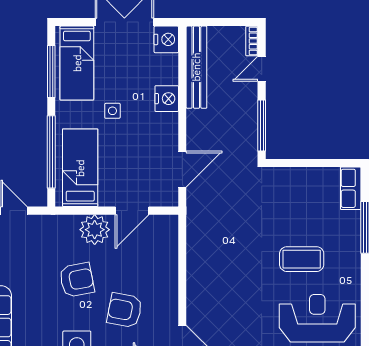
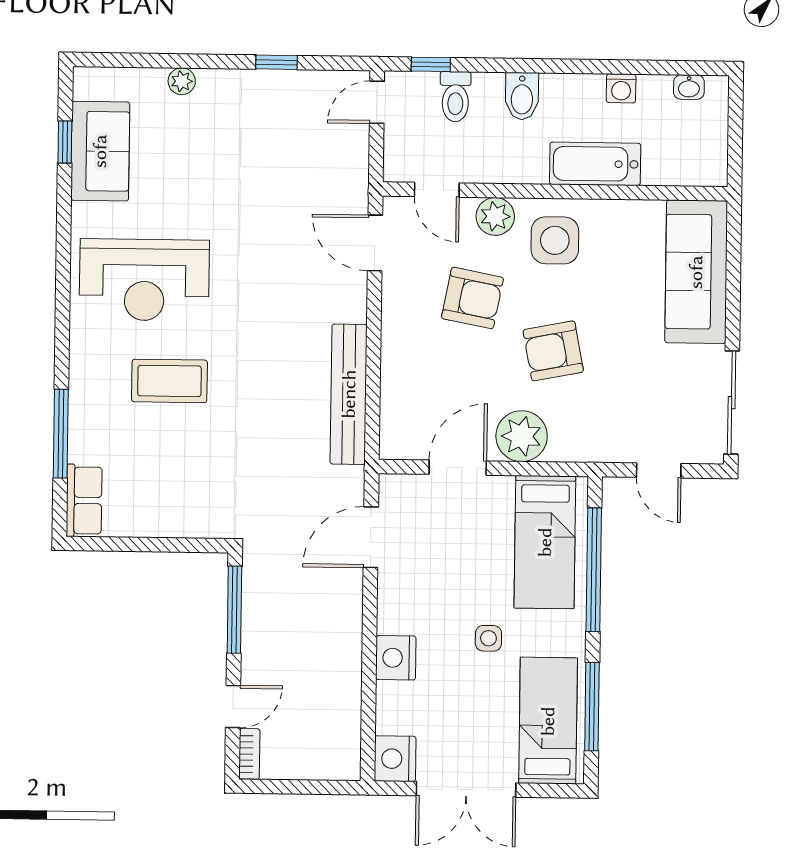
bench: (196, 67) -> (349, 394), moved

